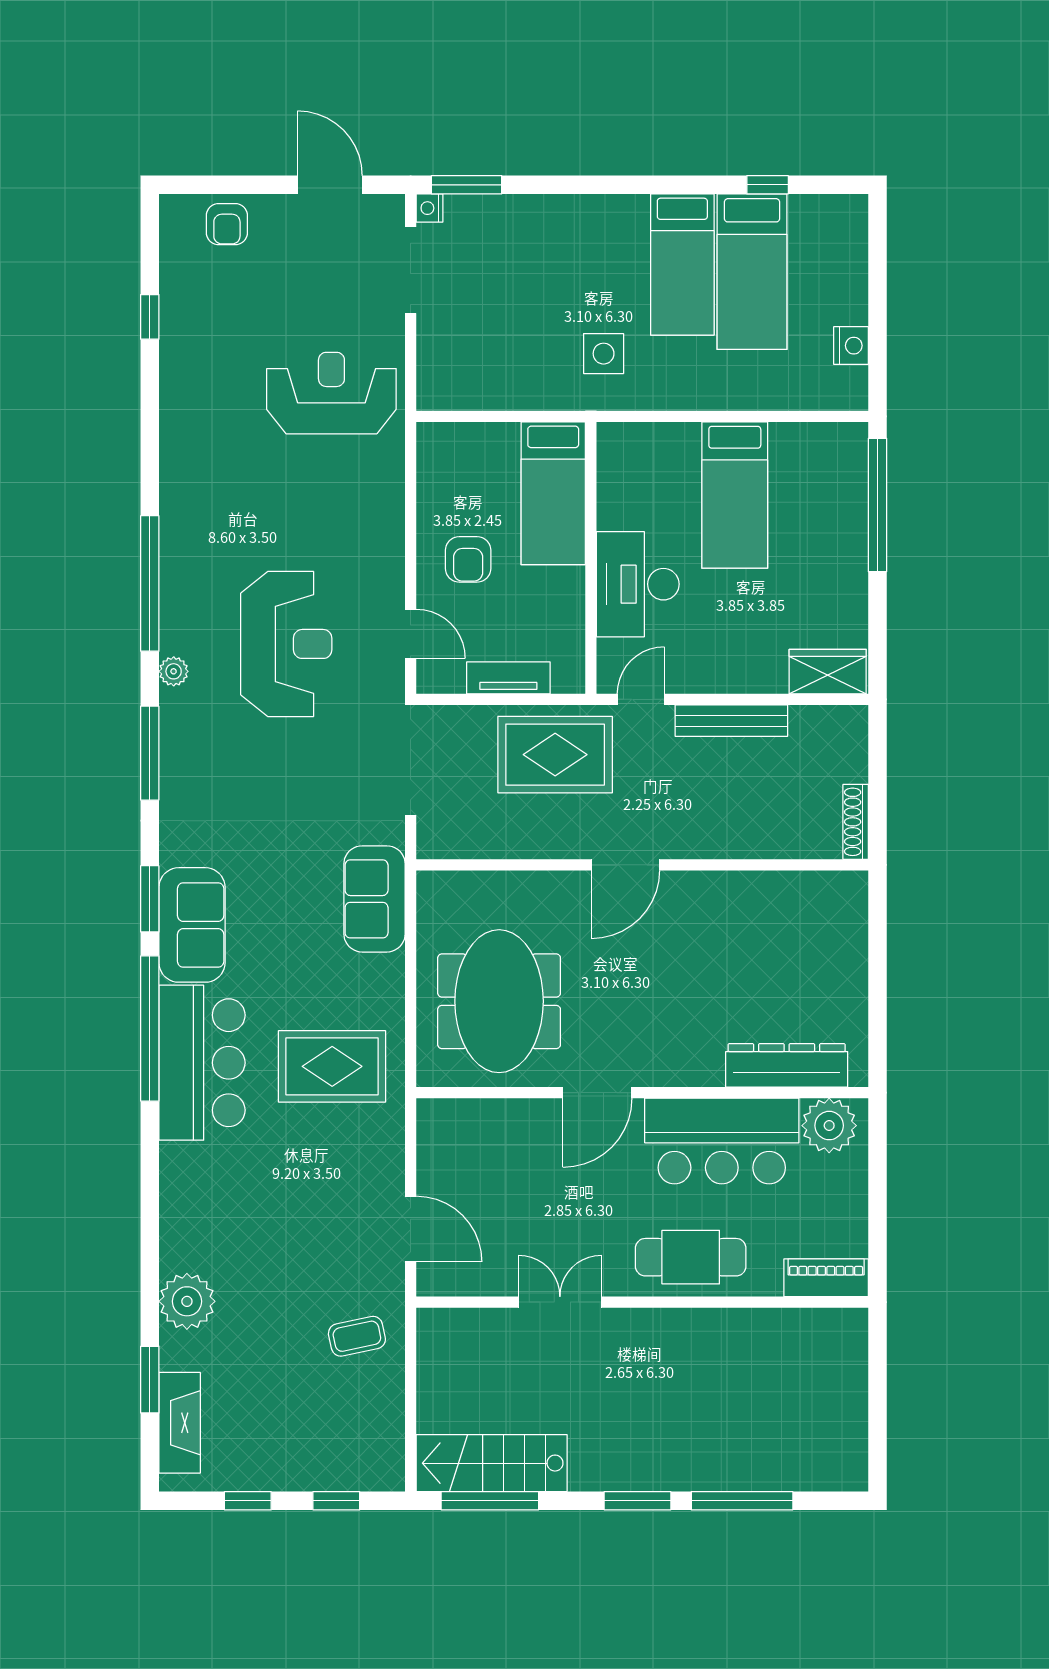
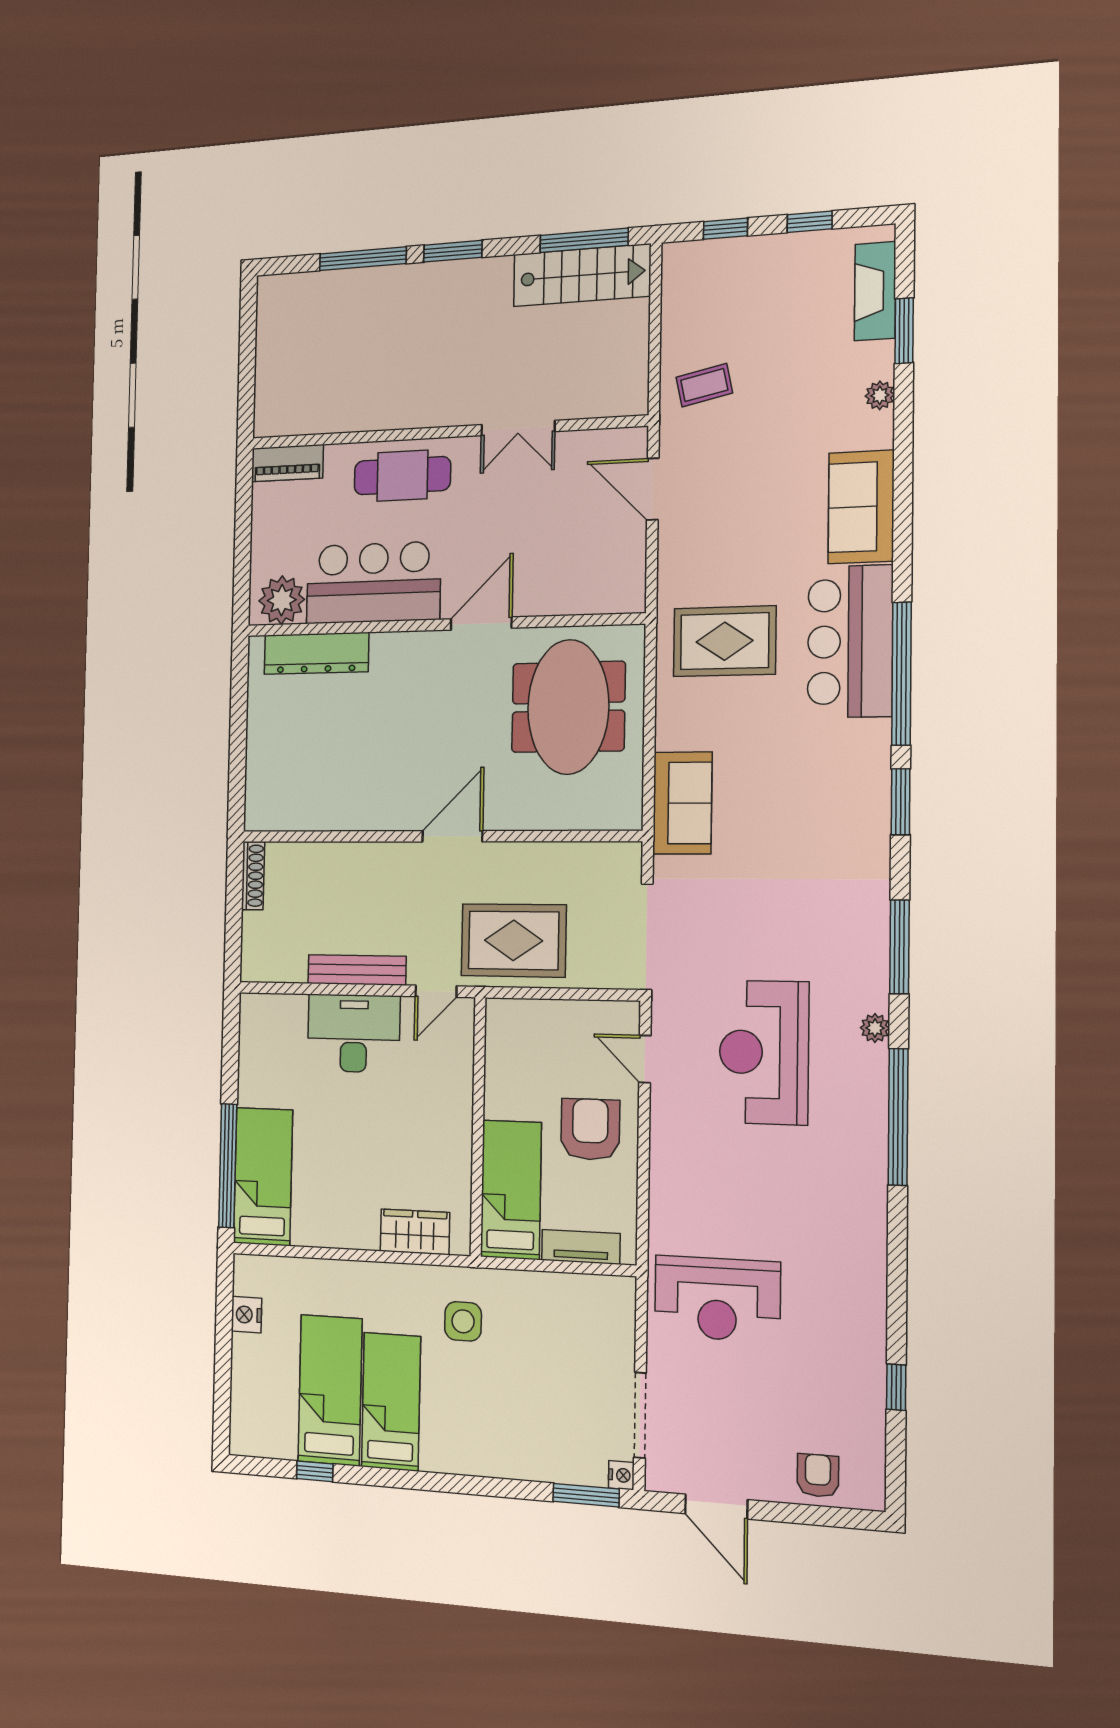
bed: (735, 495) -> (263, 1176), moved
armchair: (468, 559) -> (590, 1129), width x1.38, depth x1.38
desk: (638, 584) -> (354, 1033), moved, turned -90
wardrobe: (828, 672) -> (415, 1232), moved, turned 180
tv unit: (508, 678) -> (581, 1247), moved, turned 180
sofa: (192, 925) -> (861, 507), moved
plant: (187, 1301) -> (880, 395), width x0.53, depth x0.53

